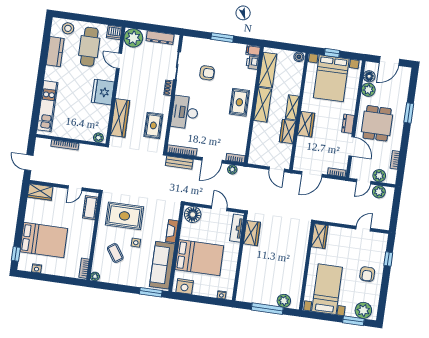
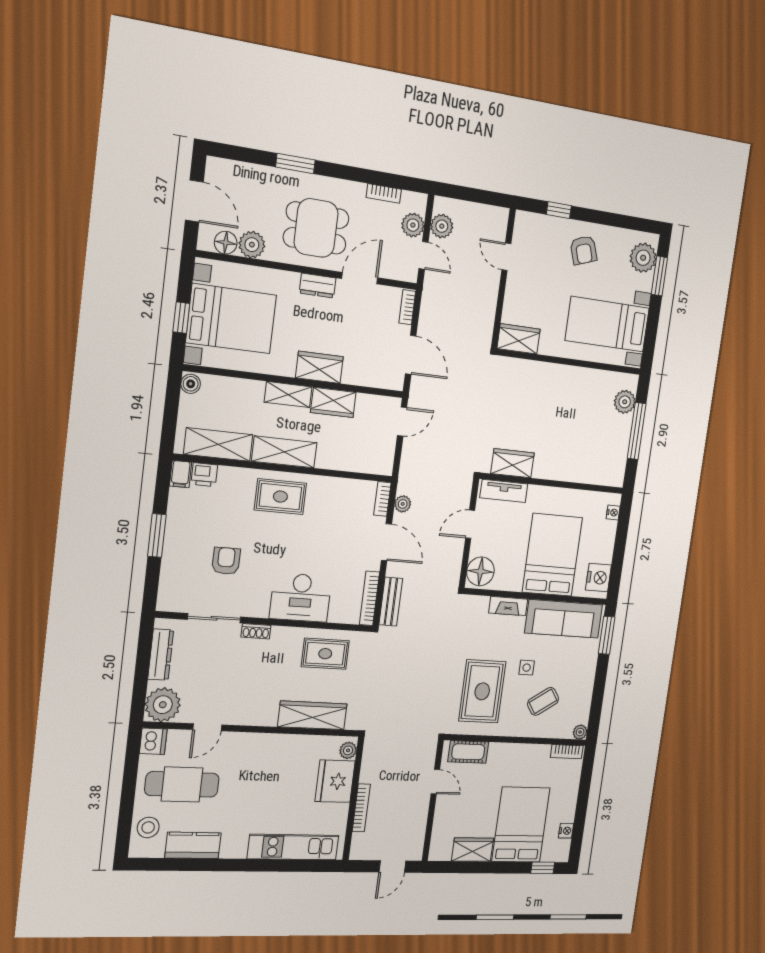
fridge: (103, 92) -> (335, 781), moved, turned 90
wardrobe: (40, 192) -> (473, 850), moved, turned -90
armchair: (367, 274) -> (584, 250), turned 71

